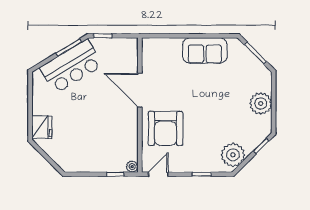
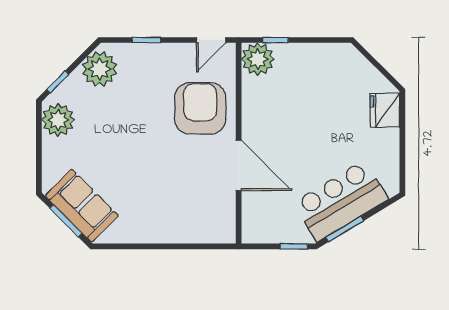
sofa: (205, 51) -> (82, 206), moved, turned 45
plant: (261, 103) -> (58, 120), moved
plant: (132, 167) -> (258, 59), width x1.88, depth x1.88

